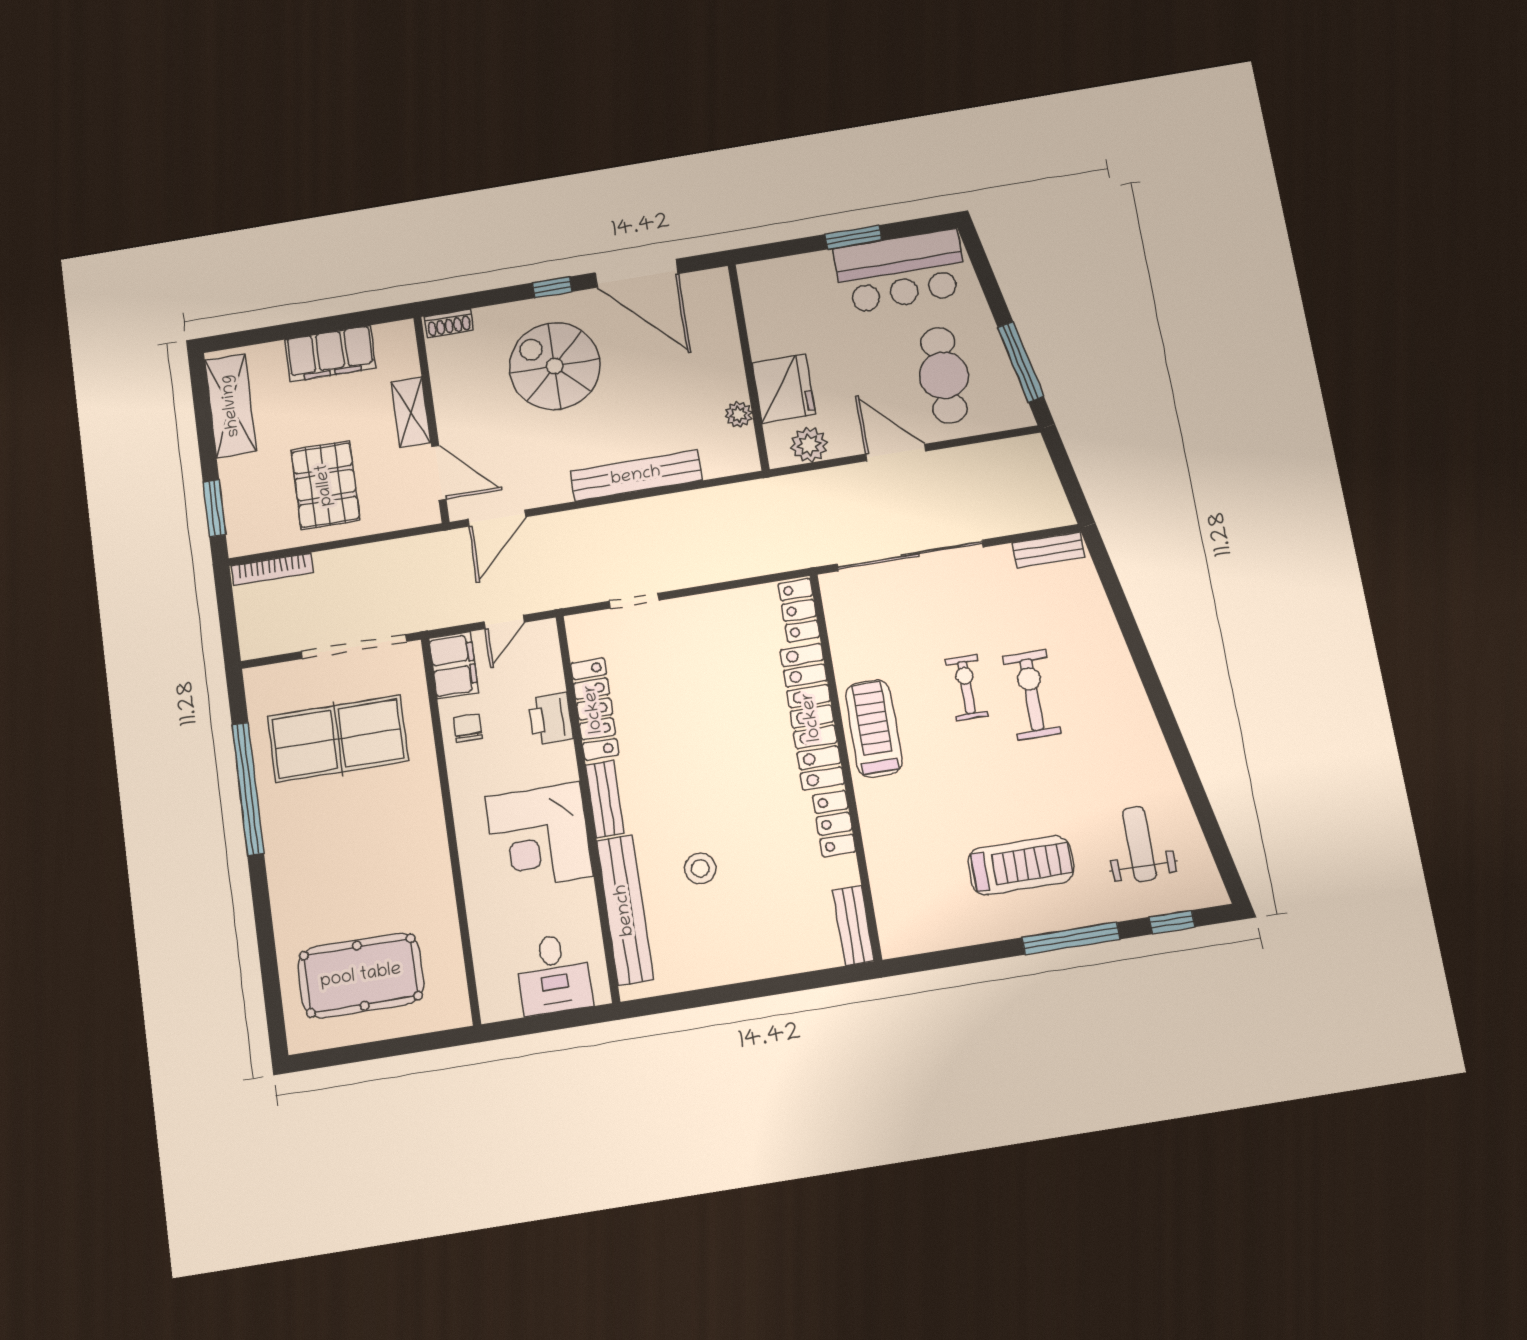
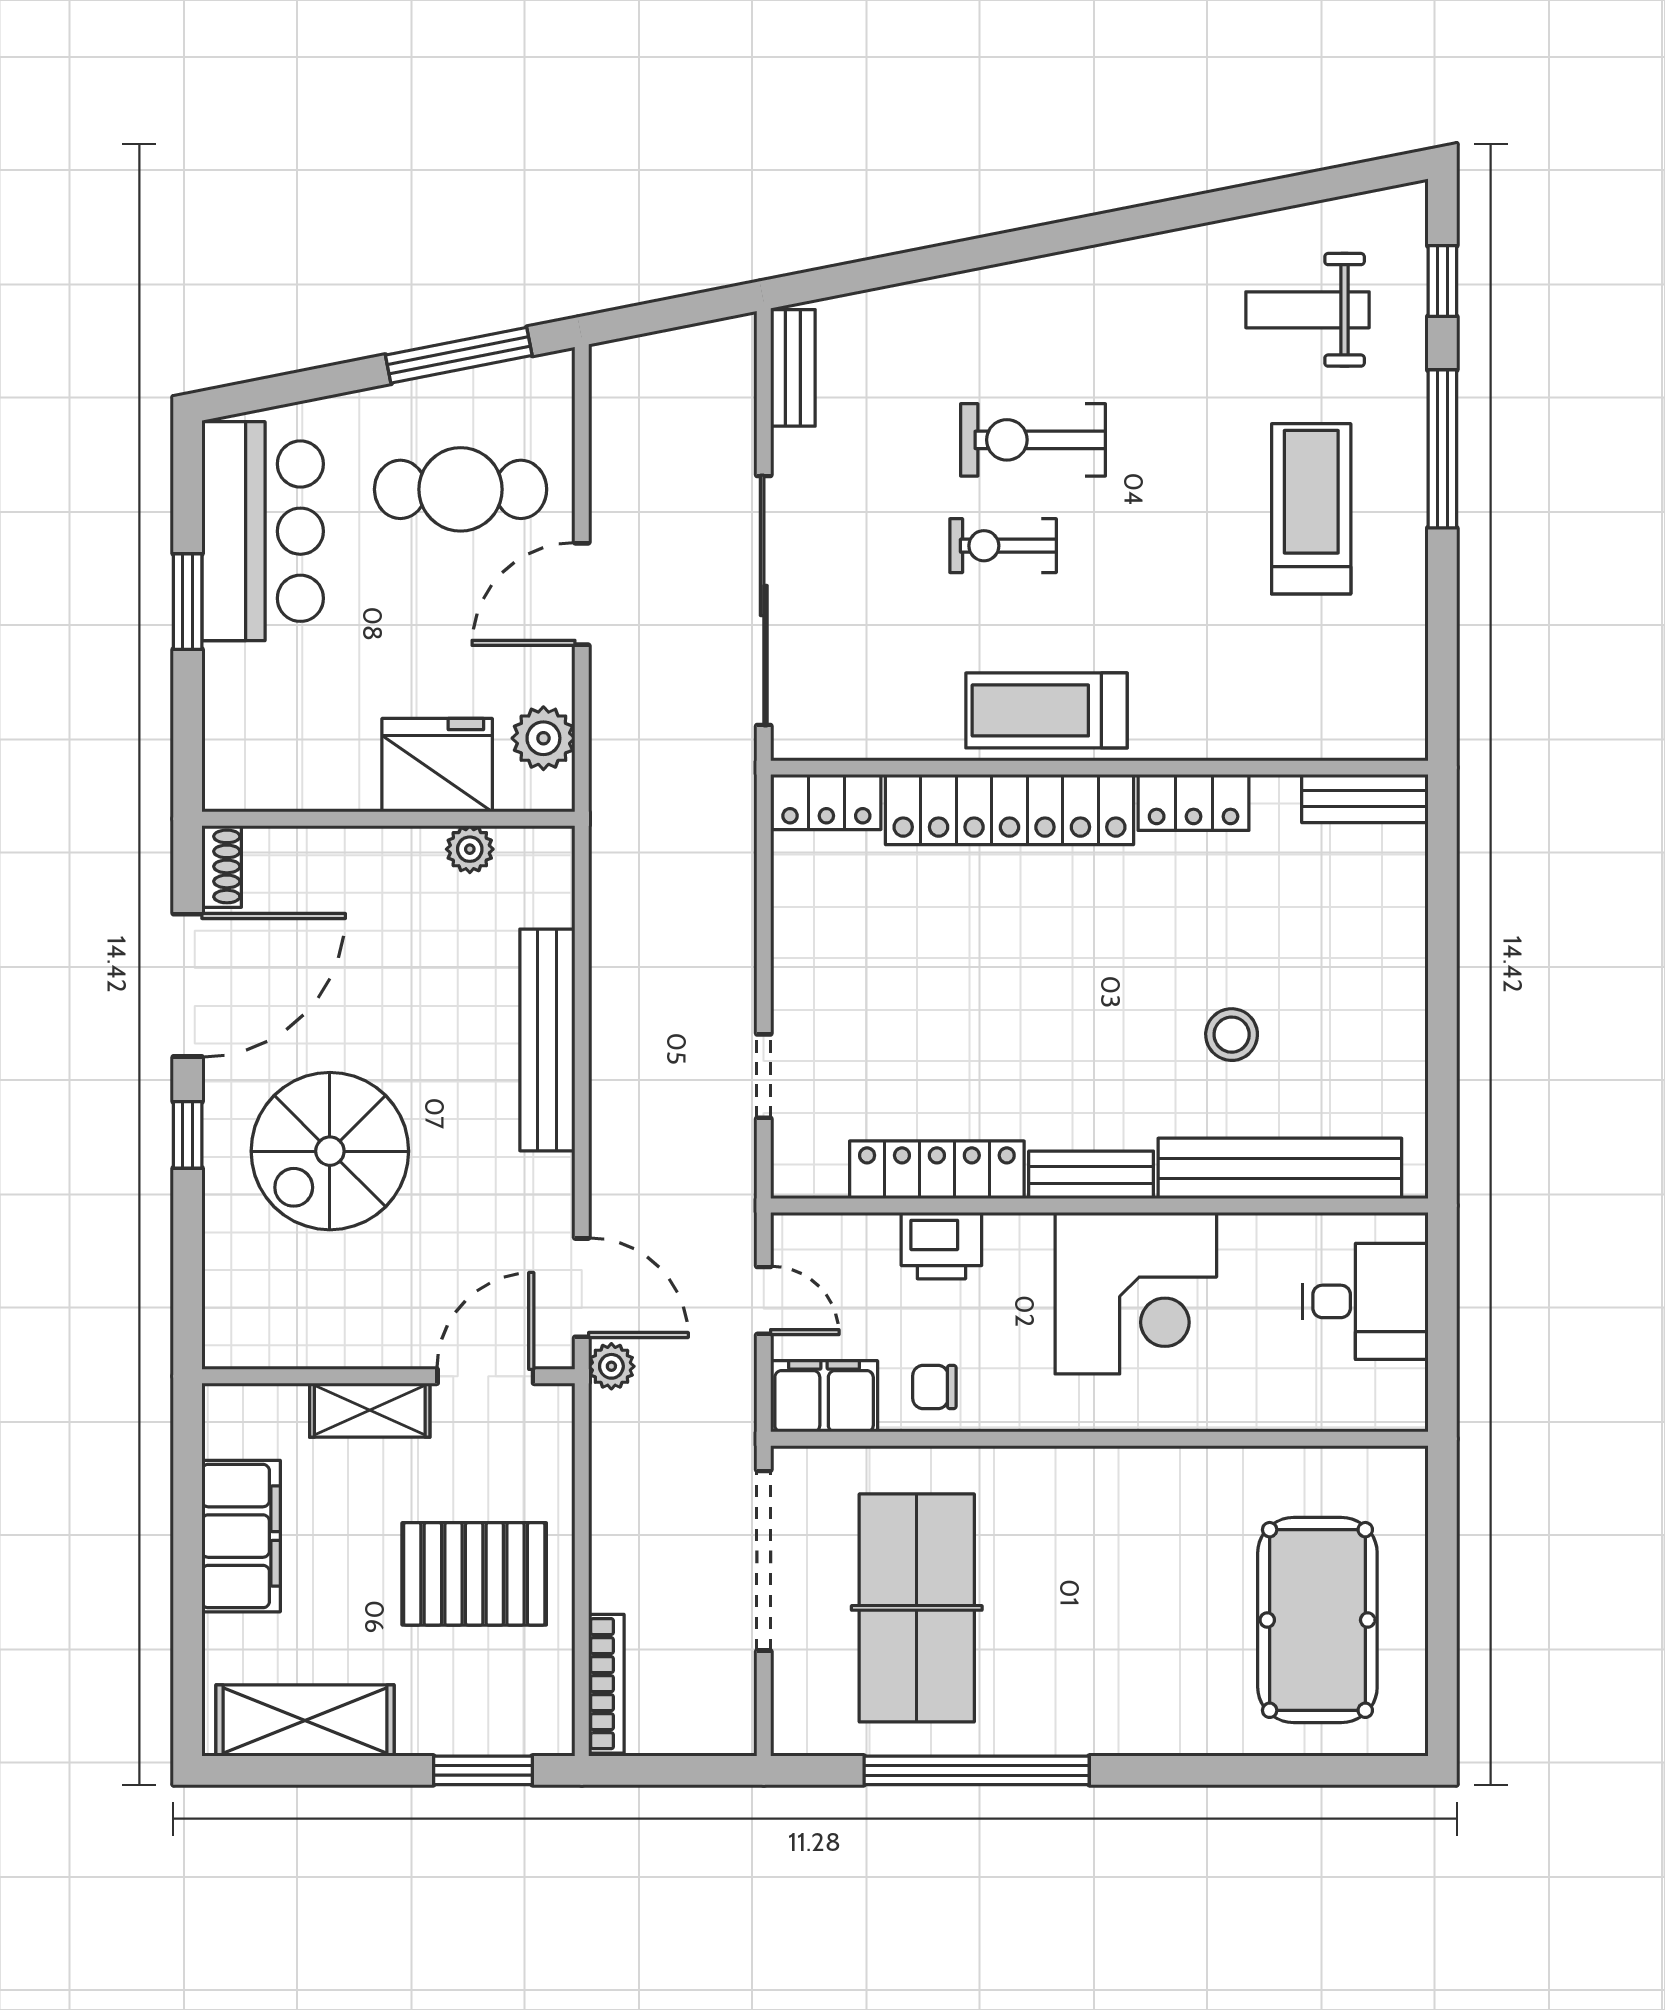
shoe rack: (449, 323) -> (222, 866), moved
plant: (454, 542) -> (611, 1366), added

